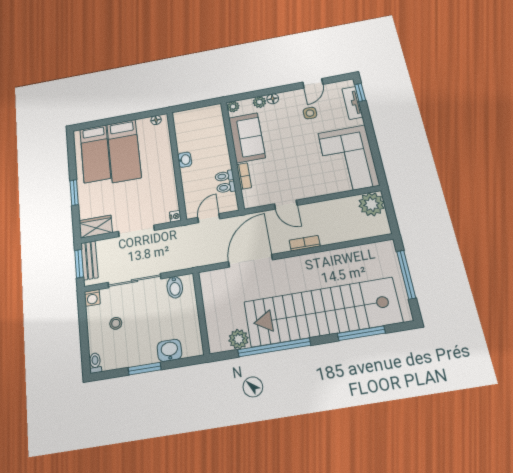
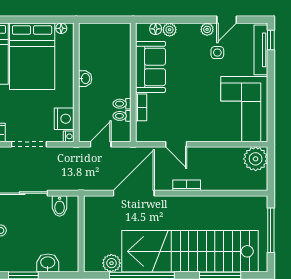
floor lamp: (273, 99) -> (156, 29), moved
tv unit: (352, 103) -> (261, 50), width x1.41
plant: (233, 107) -> (207, 29), moved
bed: (124, 151) -> (32, 56), width x1.50
nightstand: (169, 200) -> (64, 119), added

